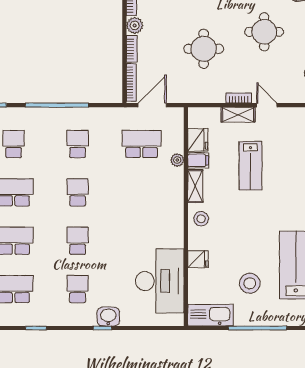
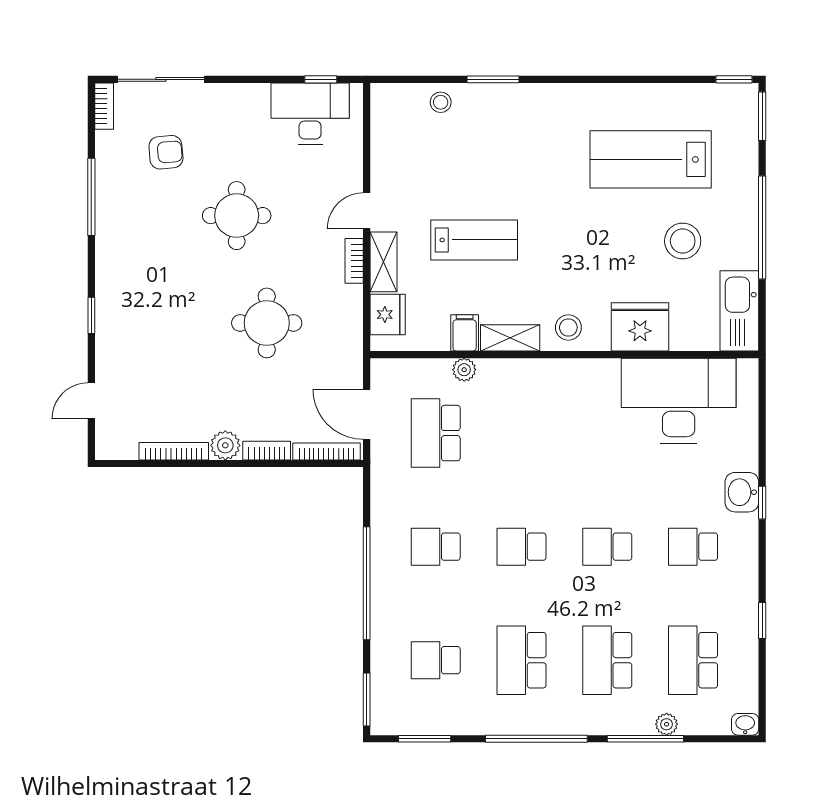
fridge: (198, 140) -> (388, 315), moved, turned 90
fridge: (198, 259) -> (640, 327), width x1.88, depth x1.34

